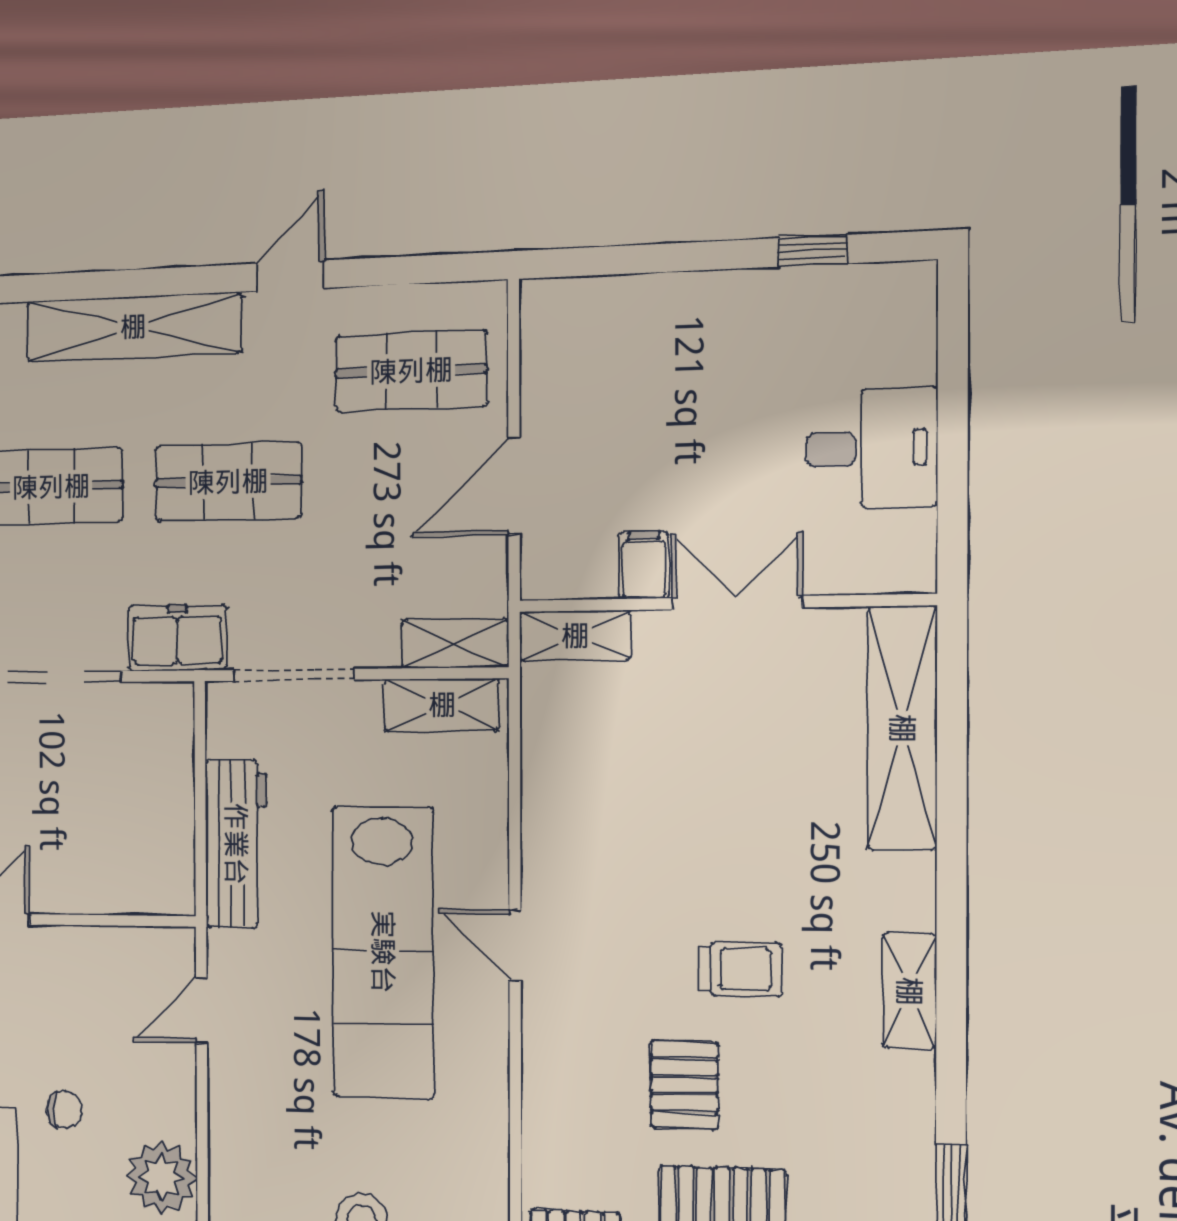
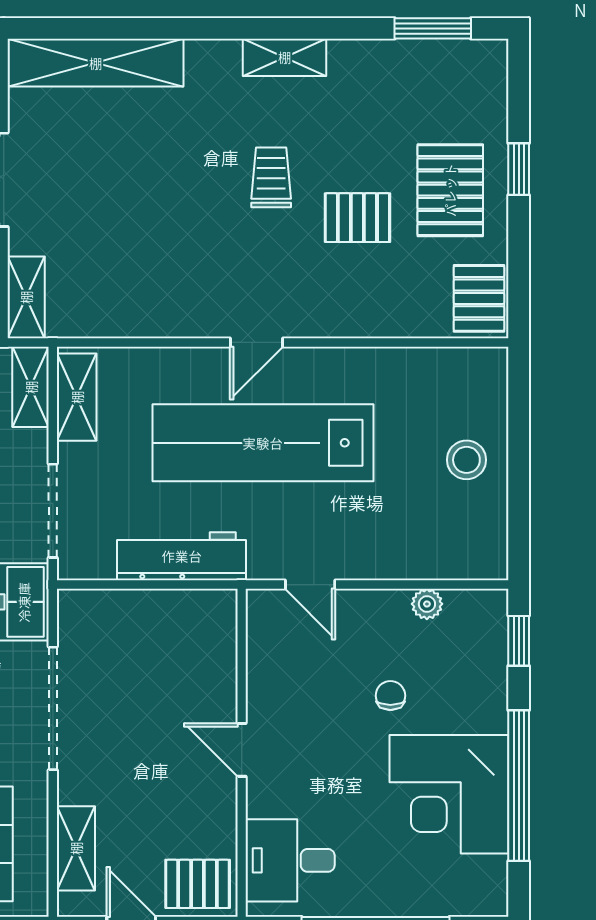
lab bench: (383, 952) -> (263, 443), turned 180
plant: (161, 1177) -> (427, 604), width x0.53, depth x0.53

